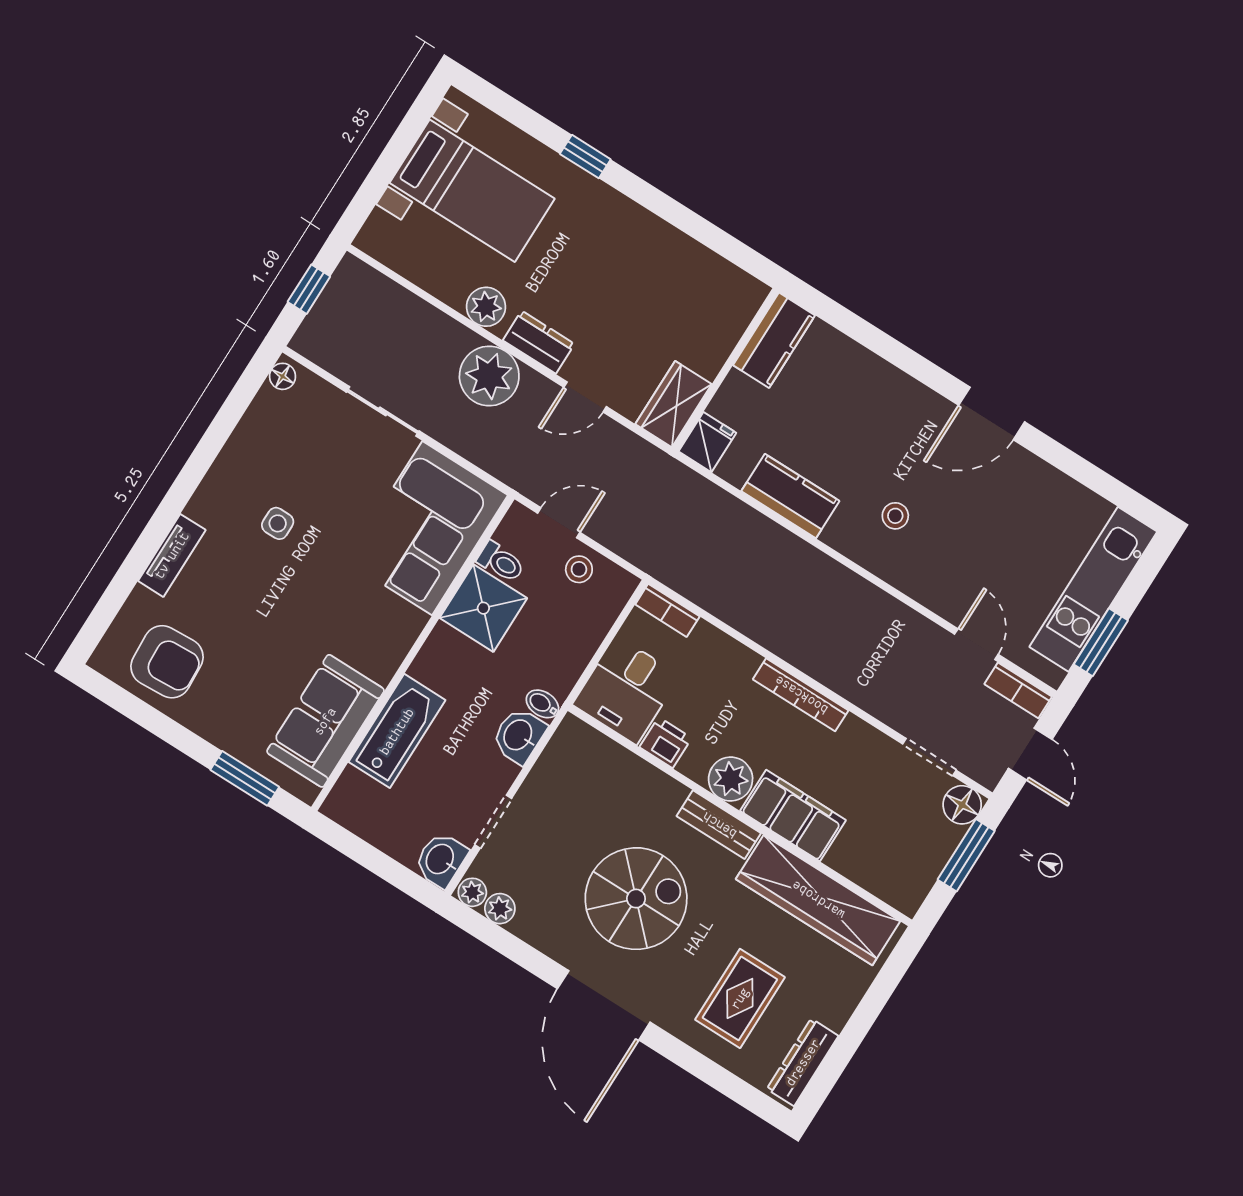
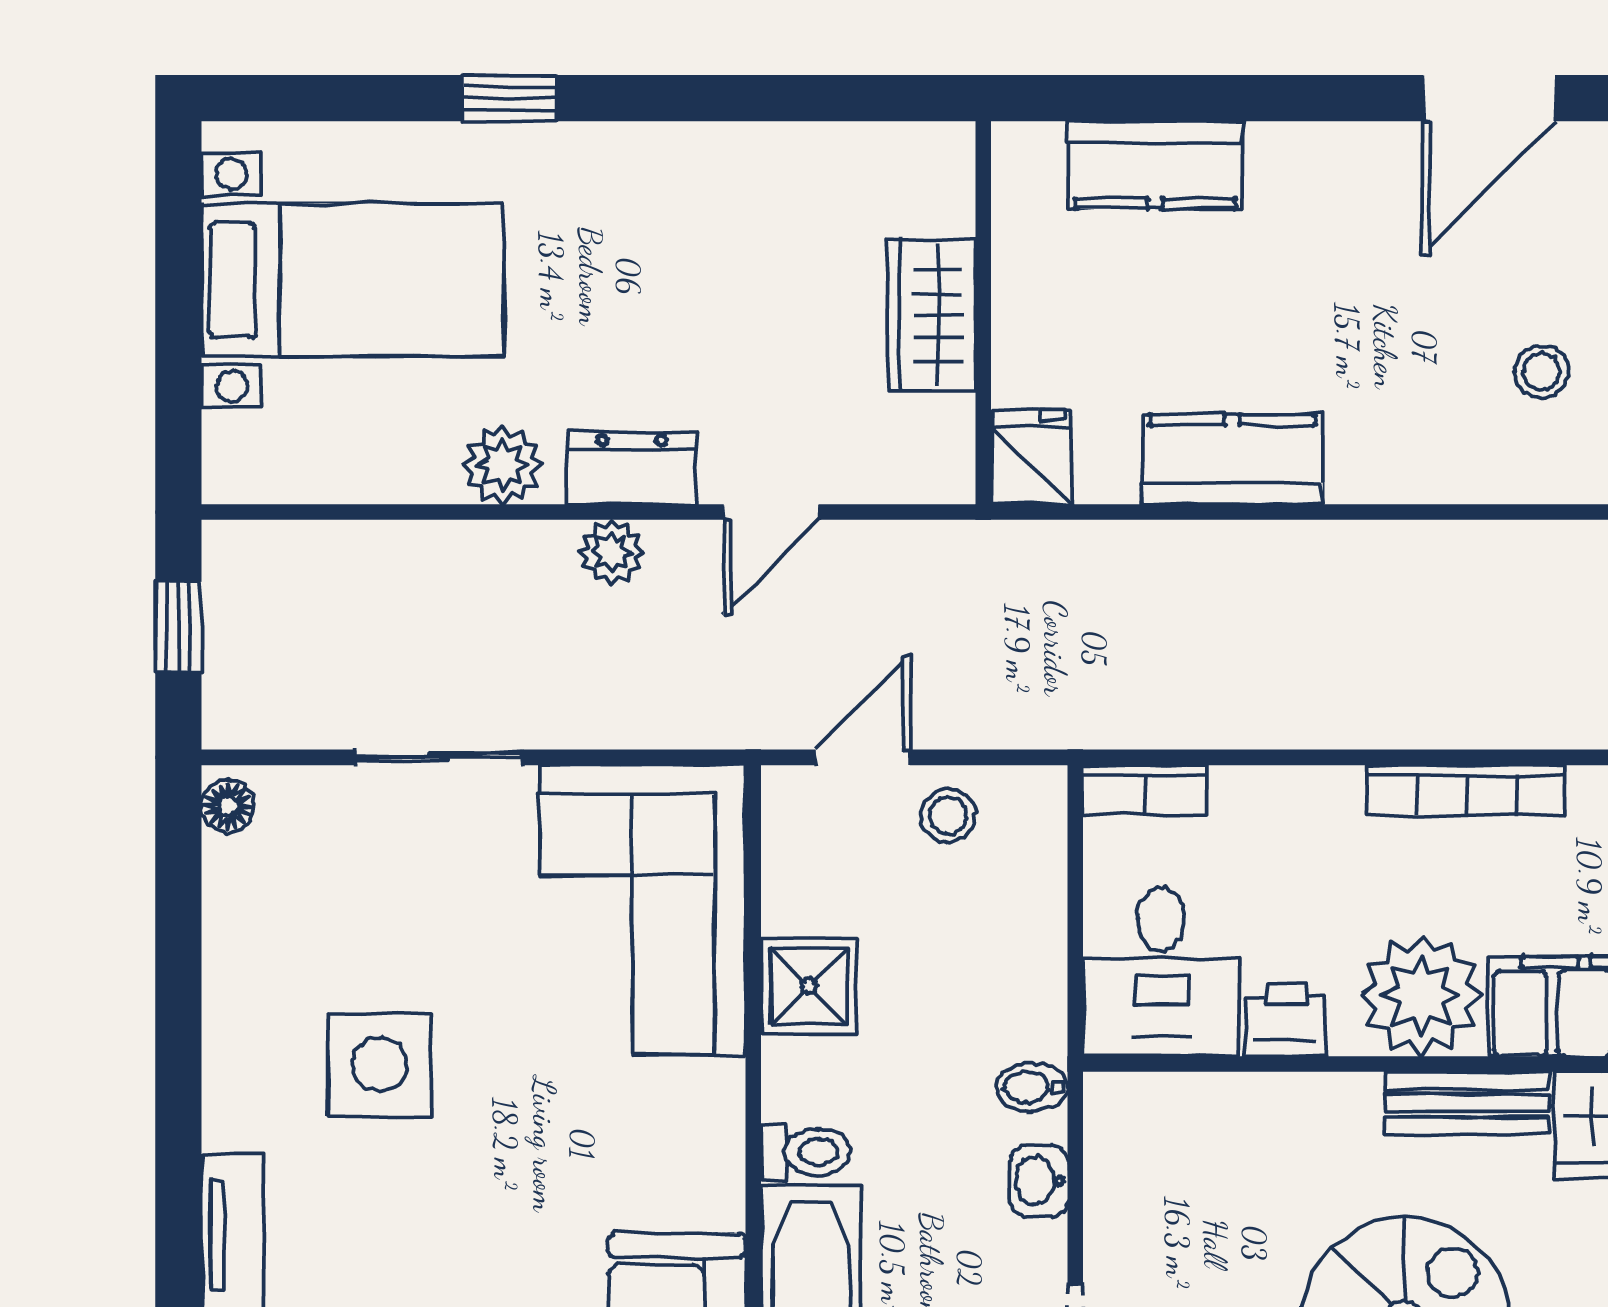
kitchen counter: (774, 340) -> (1155, 165), moved, turned 90
plant: (489, 376) -> (612, 552), width x0.53, depth x0.53
wardrobe: (674, 404) -> (931, 315), moved
stool: (895, 516) -> (1542, 372), moved
side table: (278, 523) -> (380, 1064), width x1.87, depth x1.87
toilet: (501, 562) -> (806, 1152), moved
shower: (483, 608) -> (809, 986), width x0.73, depth x0.73
washbasin: (519, 736) -> (1039, 1181), width x0.72, depth x0.69
plant: (731, 779) -> (1421, 995), width x1.36, depth x1.36

